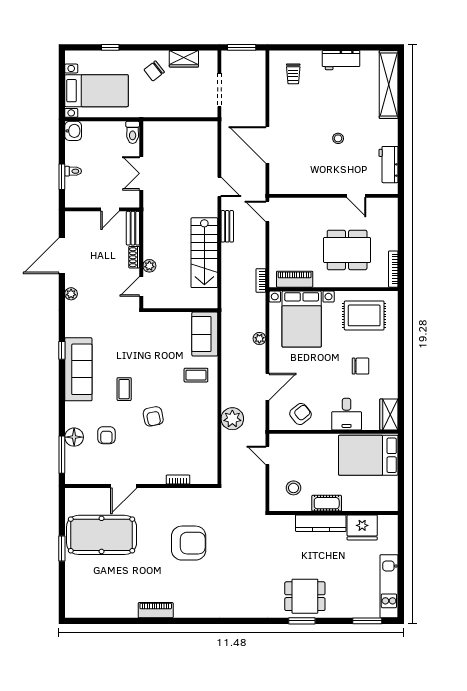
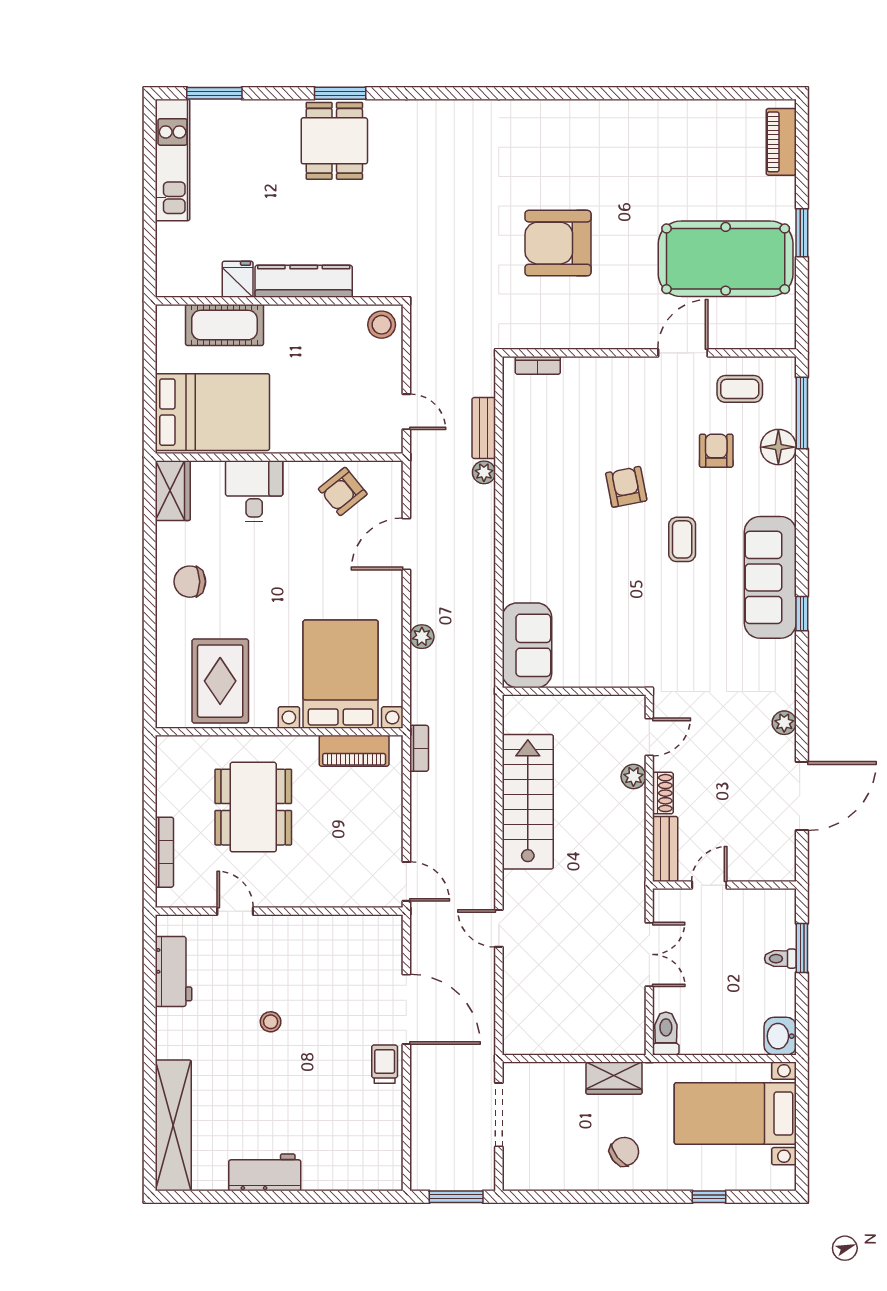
wardrobe: (184, 59) -> (614, 1078), moved, turned 180
trolley: (293, 74) -> (385, 1064), moved
bench: (227, 226) -> (484, 428), moved
dining table: (347, 250) -> (253, 807), turned 90
bookcase: (393, 269) -> (164, 852), moved
rug: (364, 315) -> (220, 681), turned 90
chair: (360, 366) -> (190, 582), moved
coffee table: (196, 375) -> (740, 389), moved
plant: (232, 419) -> (484, 472), width x0.53, depth x0.53
bookcase: (178, 480) -> (538, 365), moved
stool: (293, 488) -> (382, 325), moved
cot: (327, 503) -> (224, 325), moved, width x1.37, depth x1.34
fridge: (362, 527) -> (238, 279), width x0.53, depth x0.75
dining table: (305, 596) -> (334, 141), turned 90
piano: (156, 610) -> (781, 142), moved, turned 90

